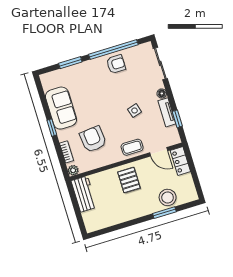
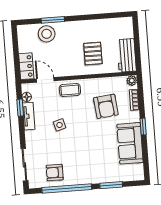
armchair: (116, 64) -> (55, 173), moved
floor lamp: (162, 93) -> (27, 97), moved
pallet: (129, 180) -> (93, 54), moved

